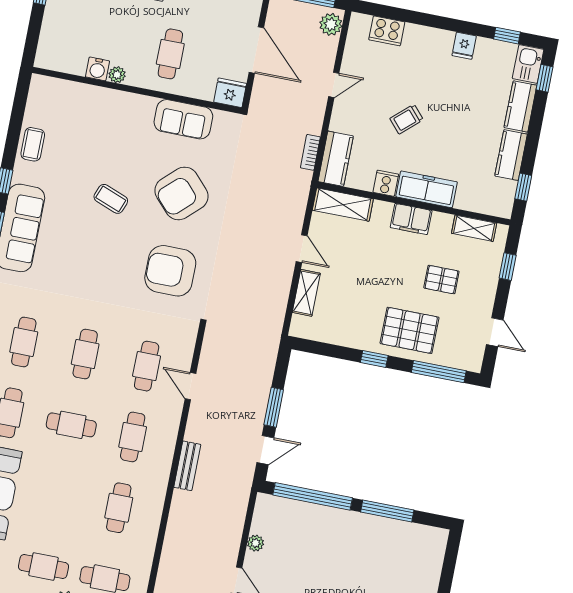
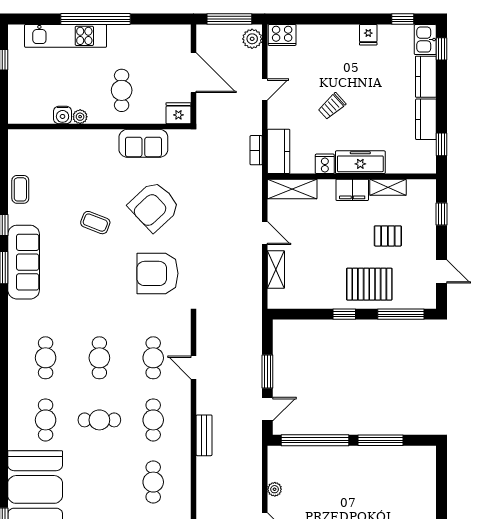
cooker: (387, 31) -> (282, 35), moved
shelving: (474, 228) -> (388, 187), moved

